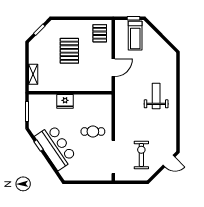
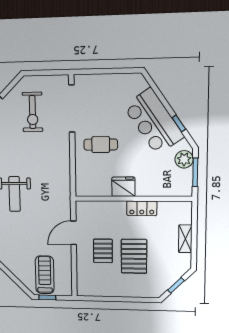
pallet: (100, 33) -> (103, 251), moved
shelving: (33, 74) -> (185, 239), moved
locker: (64, 86) -> (142, 208), added
fridge: (65, 101) -> (123, 187), moved
plant: (35, 121) -> (184, 159), added

